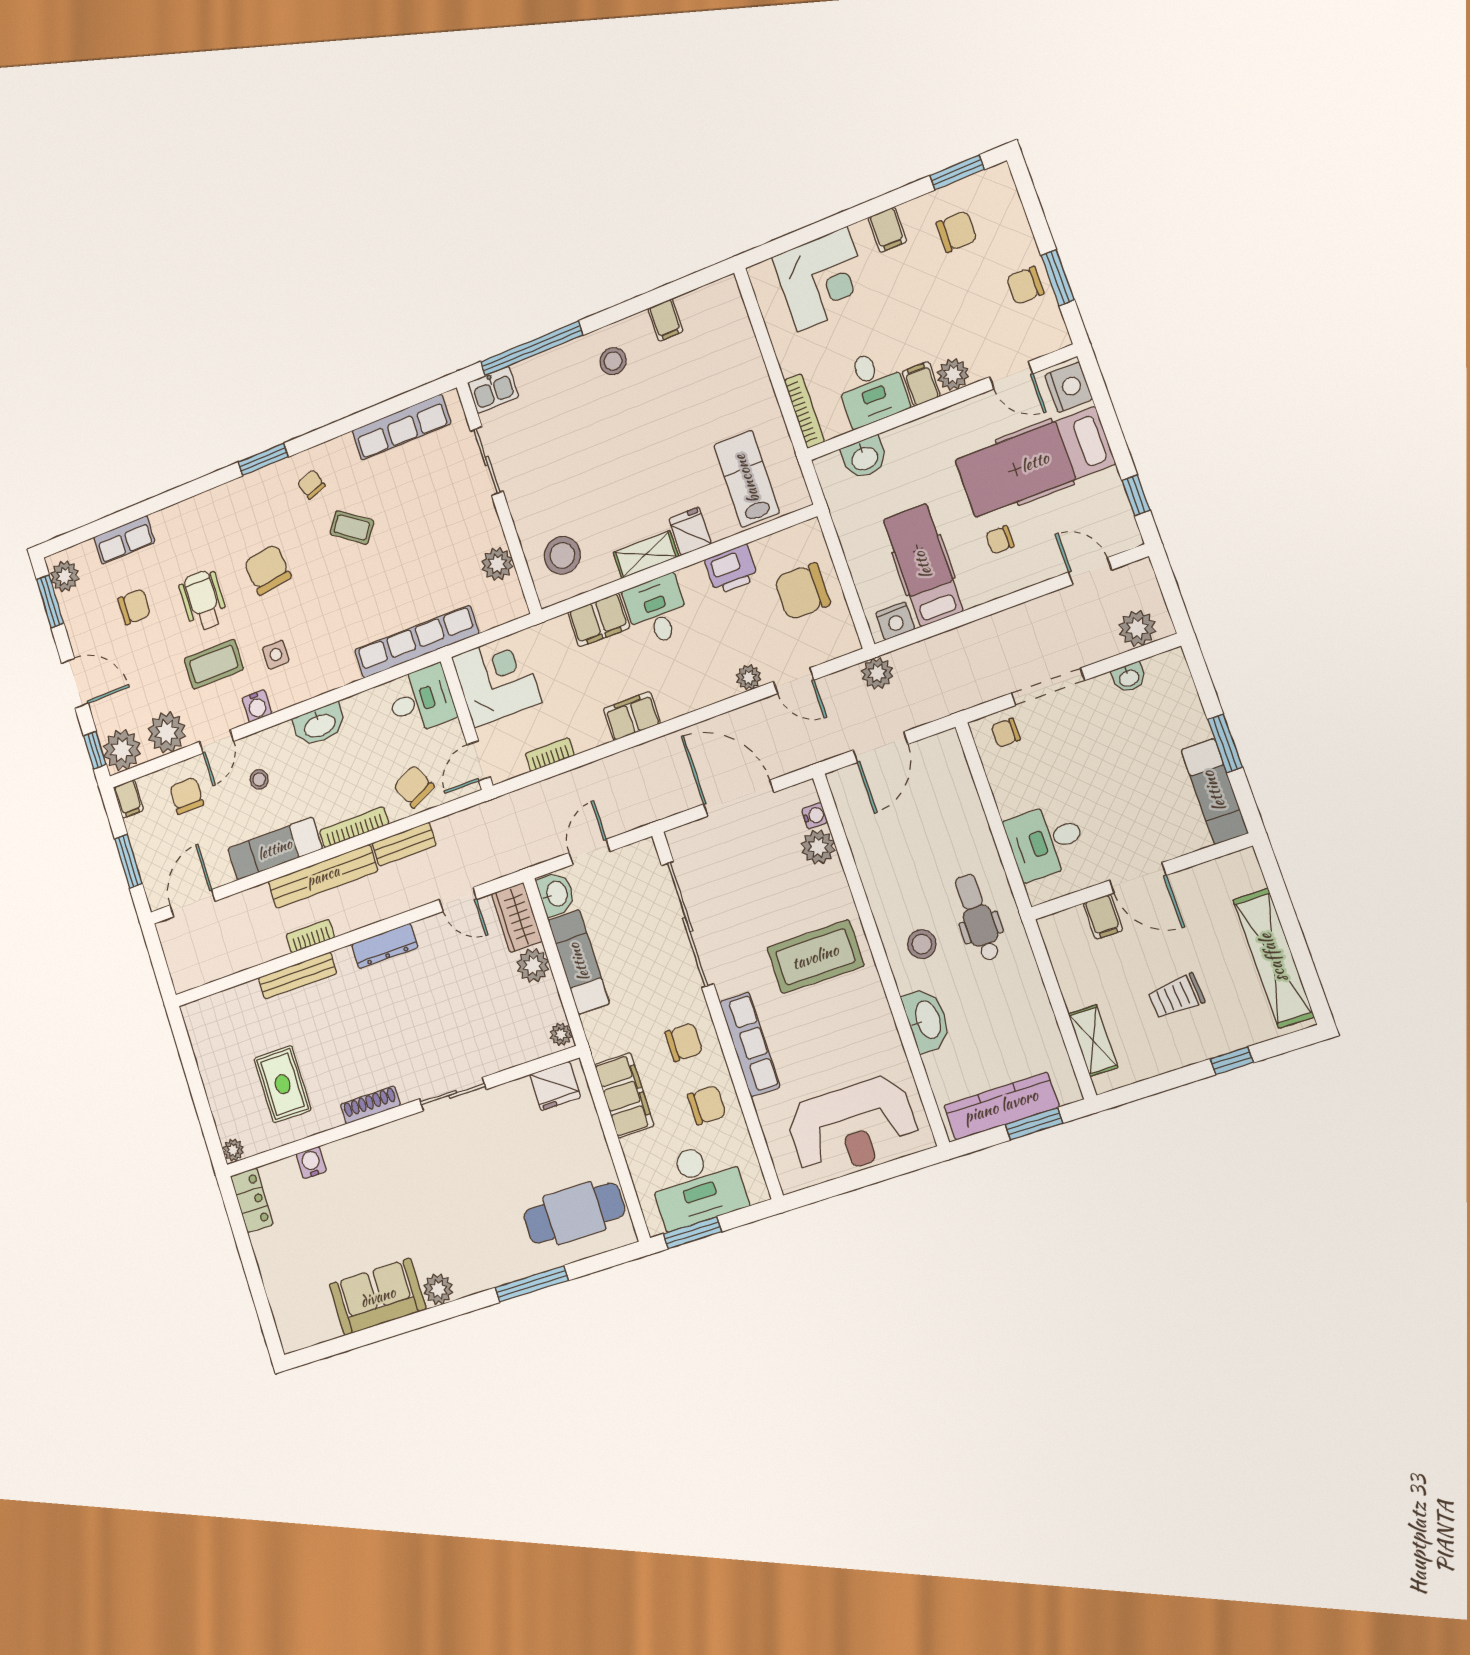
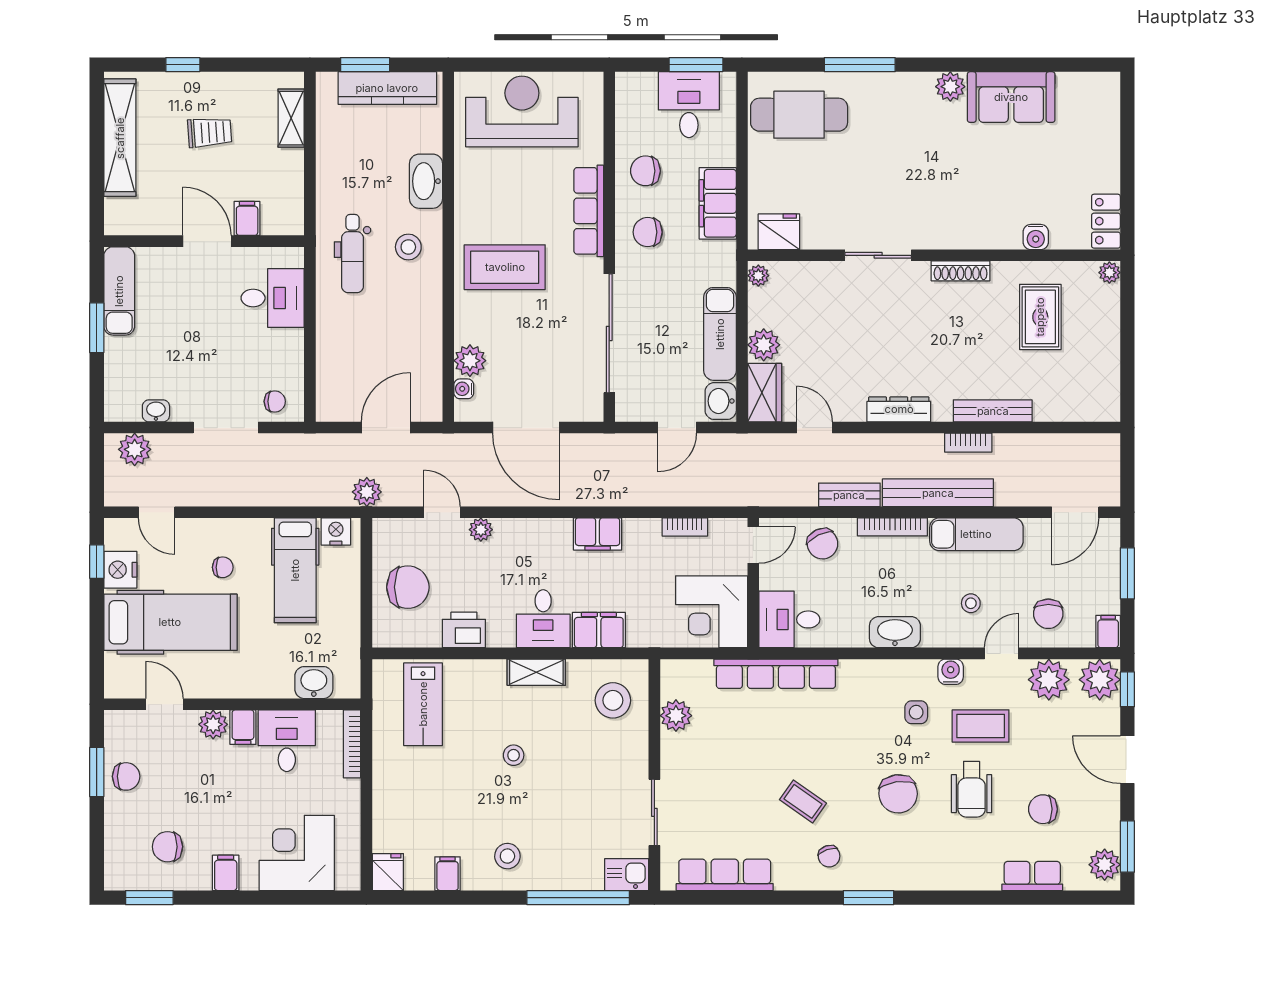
nightstand: (1069, 387) -> (120, 570), moved
stool: (640, 463) -> (514, 755), added
fridge: (690, 531) -> (388, 872), moved, turned 180
desk: (697, 1185) -> (689, 105), width x0.73

